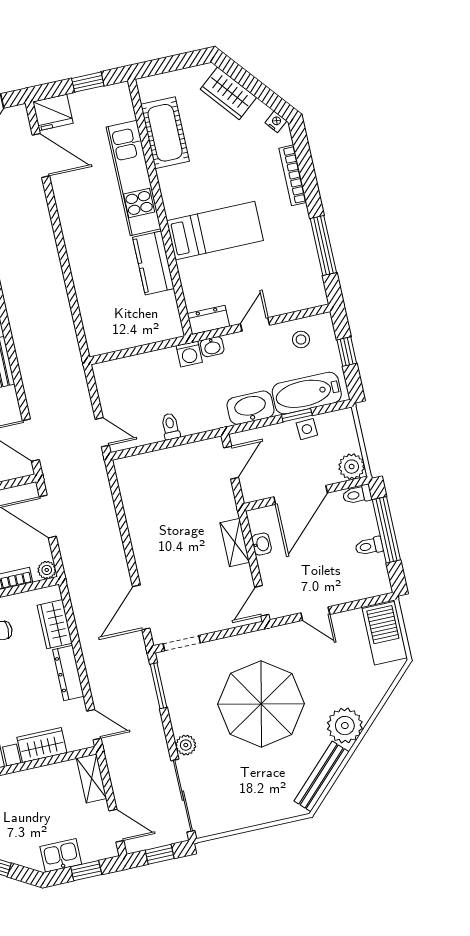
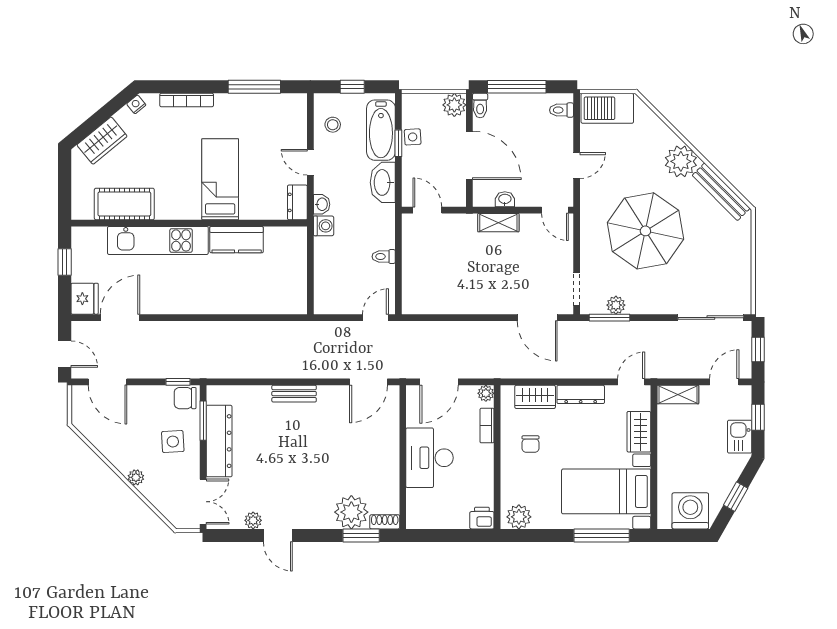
toilet: (369, 546) -> (562, 110), moved, turned 90
plant: (186, 745) -> (616, 305), moved

